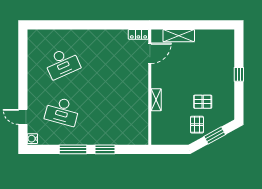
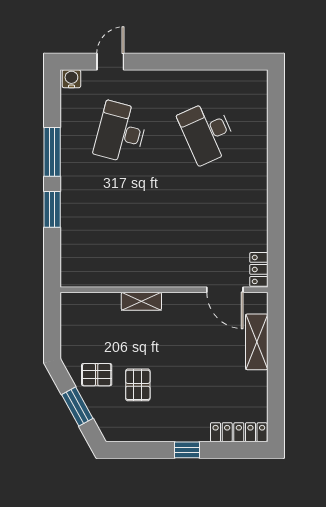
locker: (229, 46) -> (239, 432), added

